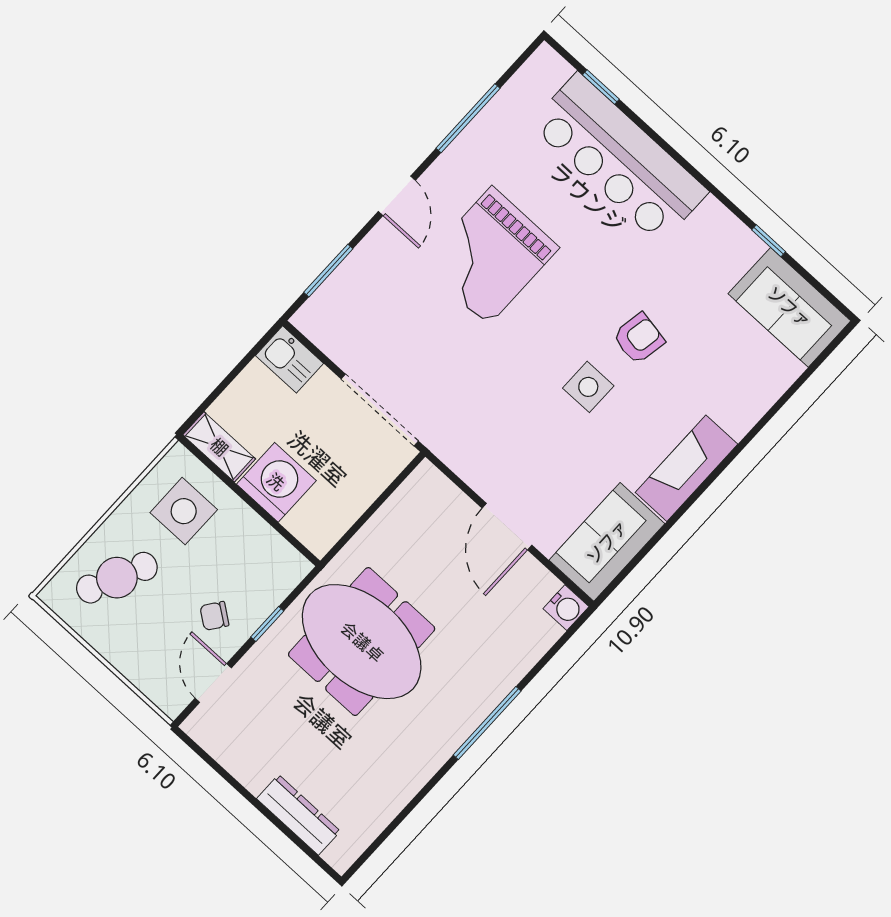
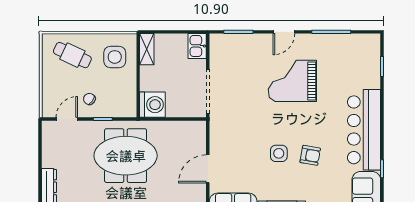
bar counter: (619, 158) -> (364, 130), moved
washing machine: (276, 482) -> (152, 105), moved
meeting table: (362, 642) -> (126, 156), turned 90

